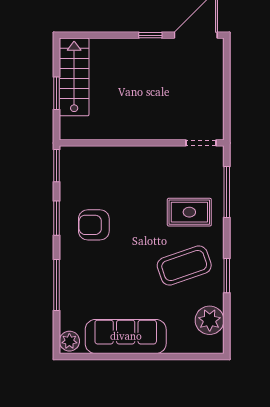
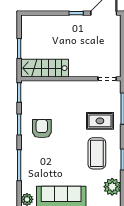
stairs: (74, 77) -> (45, 68), moved, turned -90
armchair: (94, 225) -> (42, 129), turned 90
coffee table: (184, 266) -> (97, 153), turned -71

